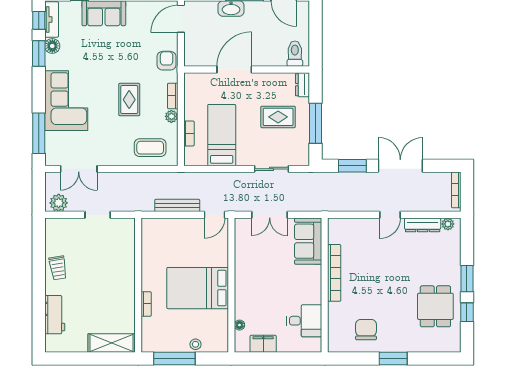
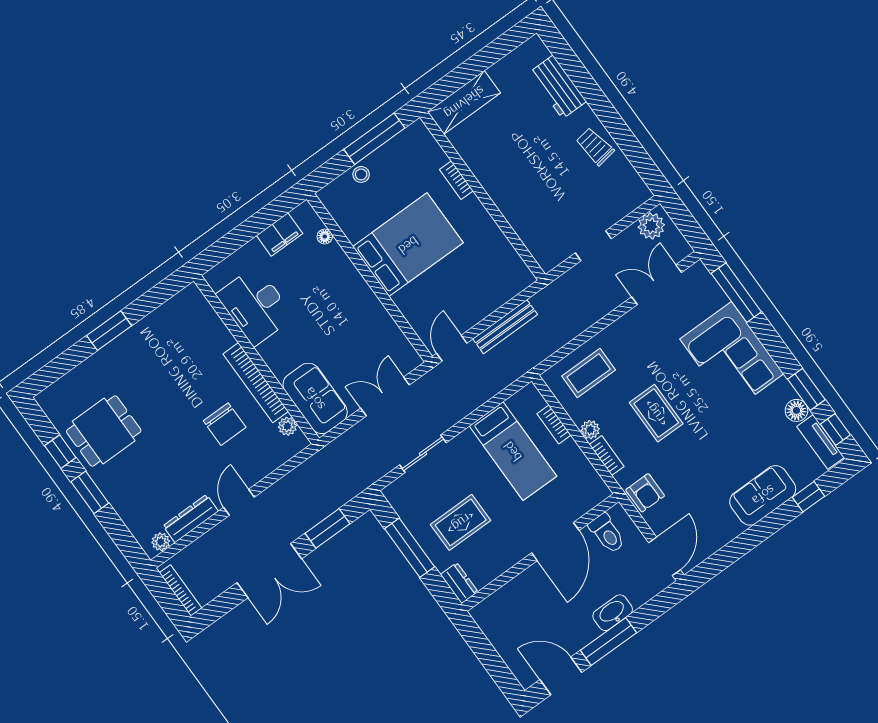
toilet: (295, 54) -> (607, 533), moved
plant: (334, 237) -> (287, 426), added
dining table: (435, 306) -> (104, 431), turned 90
desk: (304, 321) -> (255, 306), width x1.37
chair: (366, 330) -> (225, 424), moved

